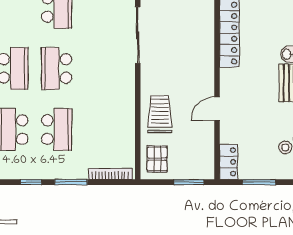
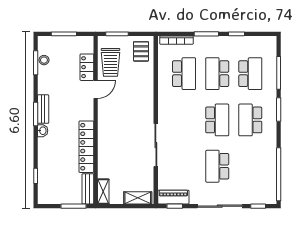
trolley: (160, 114) -> (110, 62), moved
school desk: (100, 130) -> (184, 74), added
locker: (229, 162) -> (87, 67), moved

